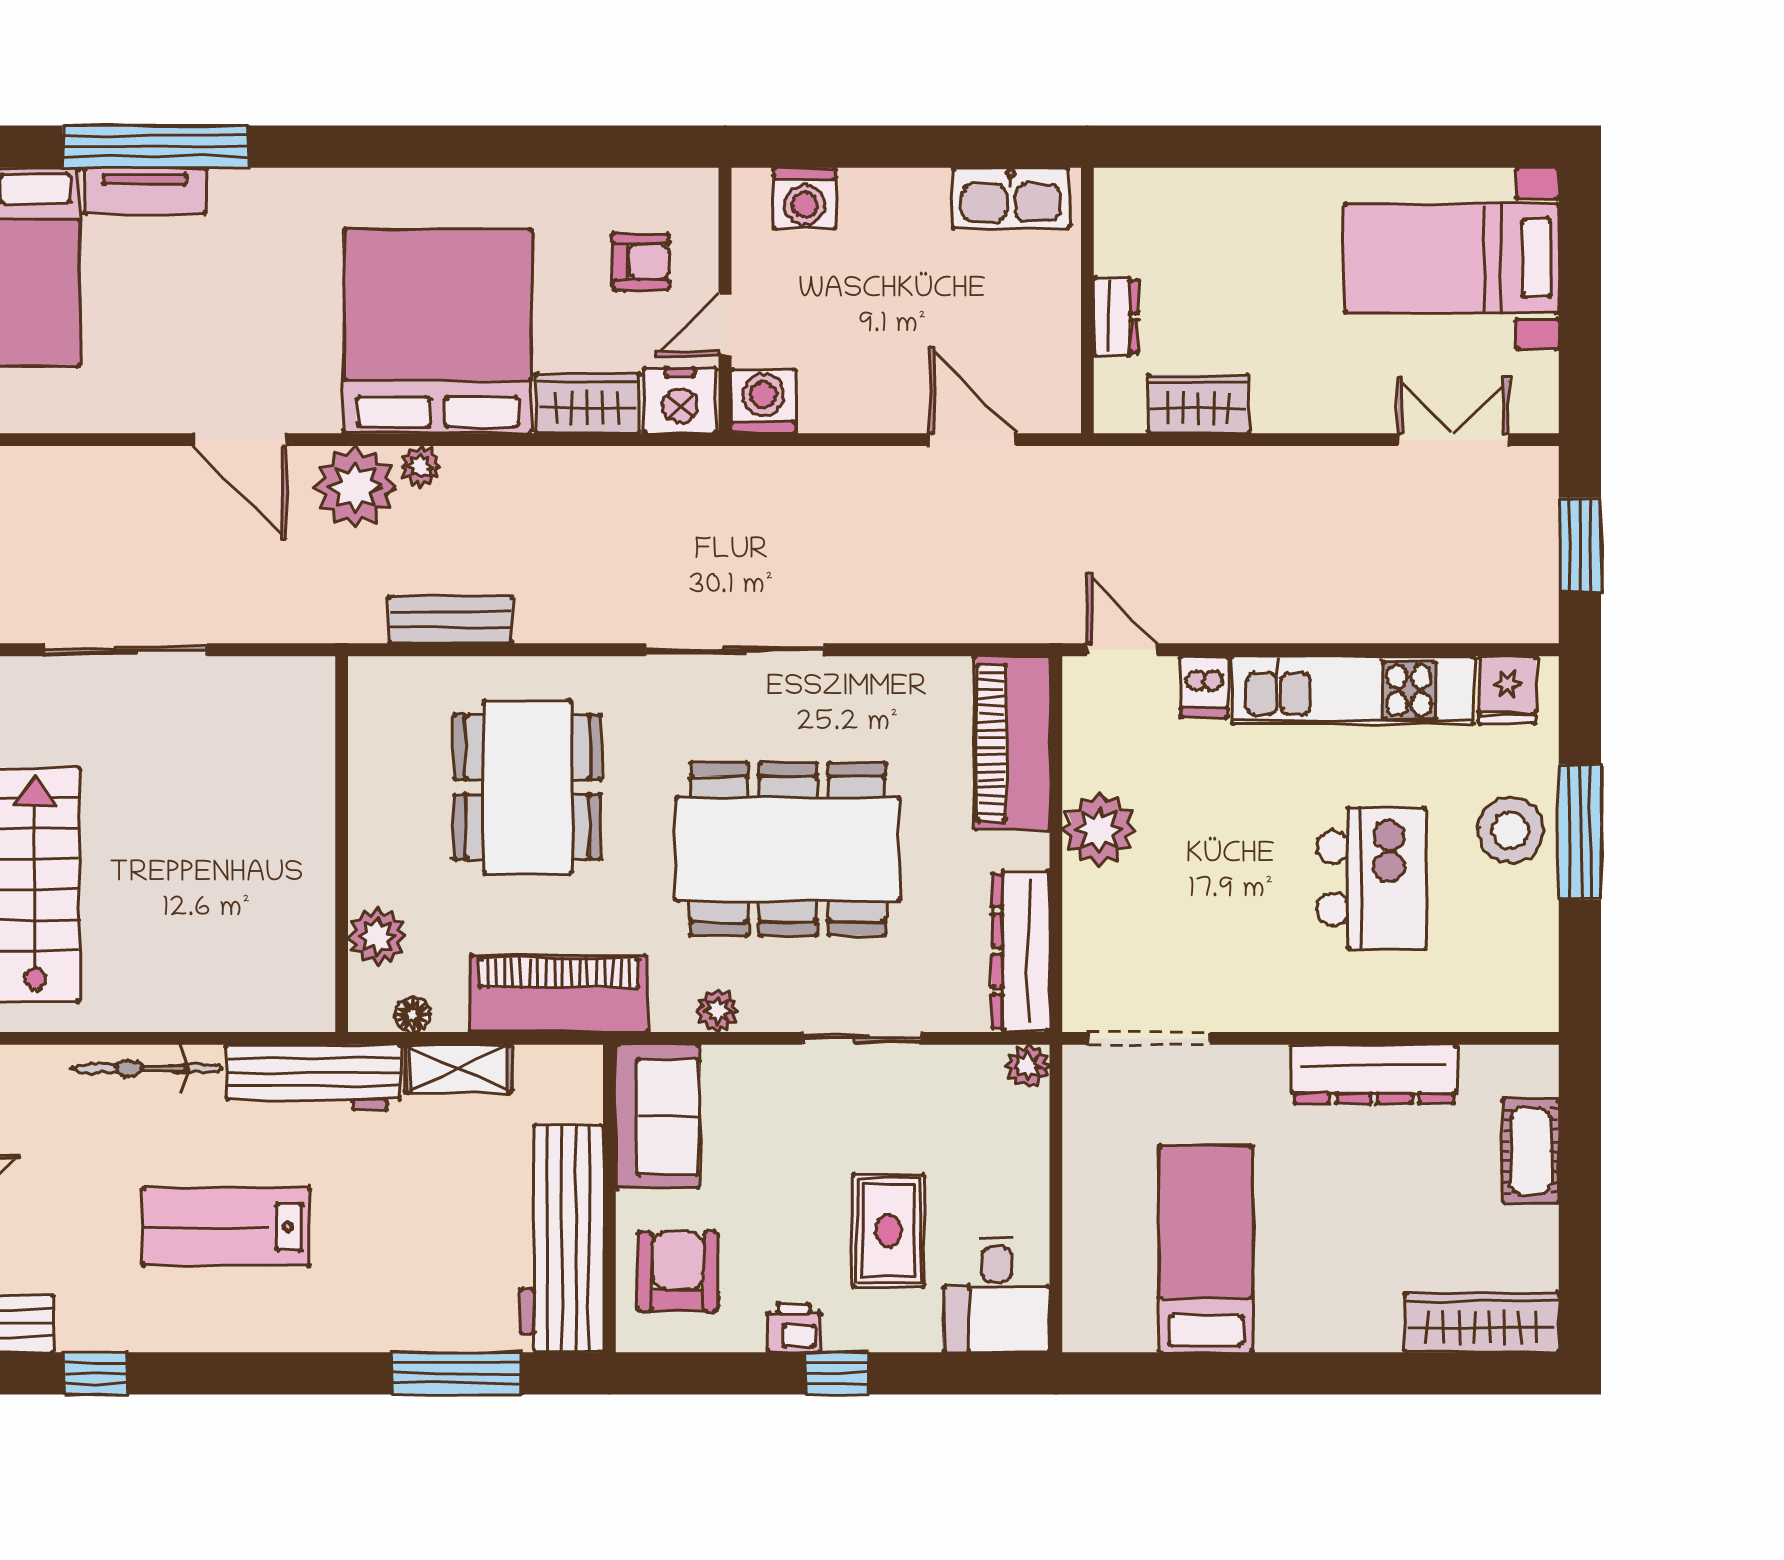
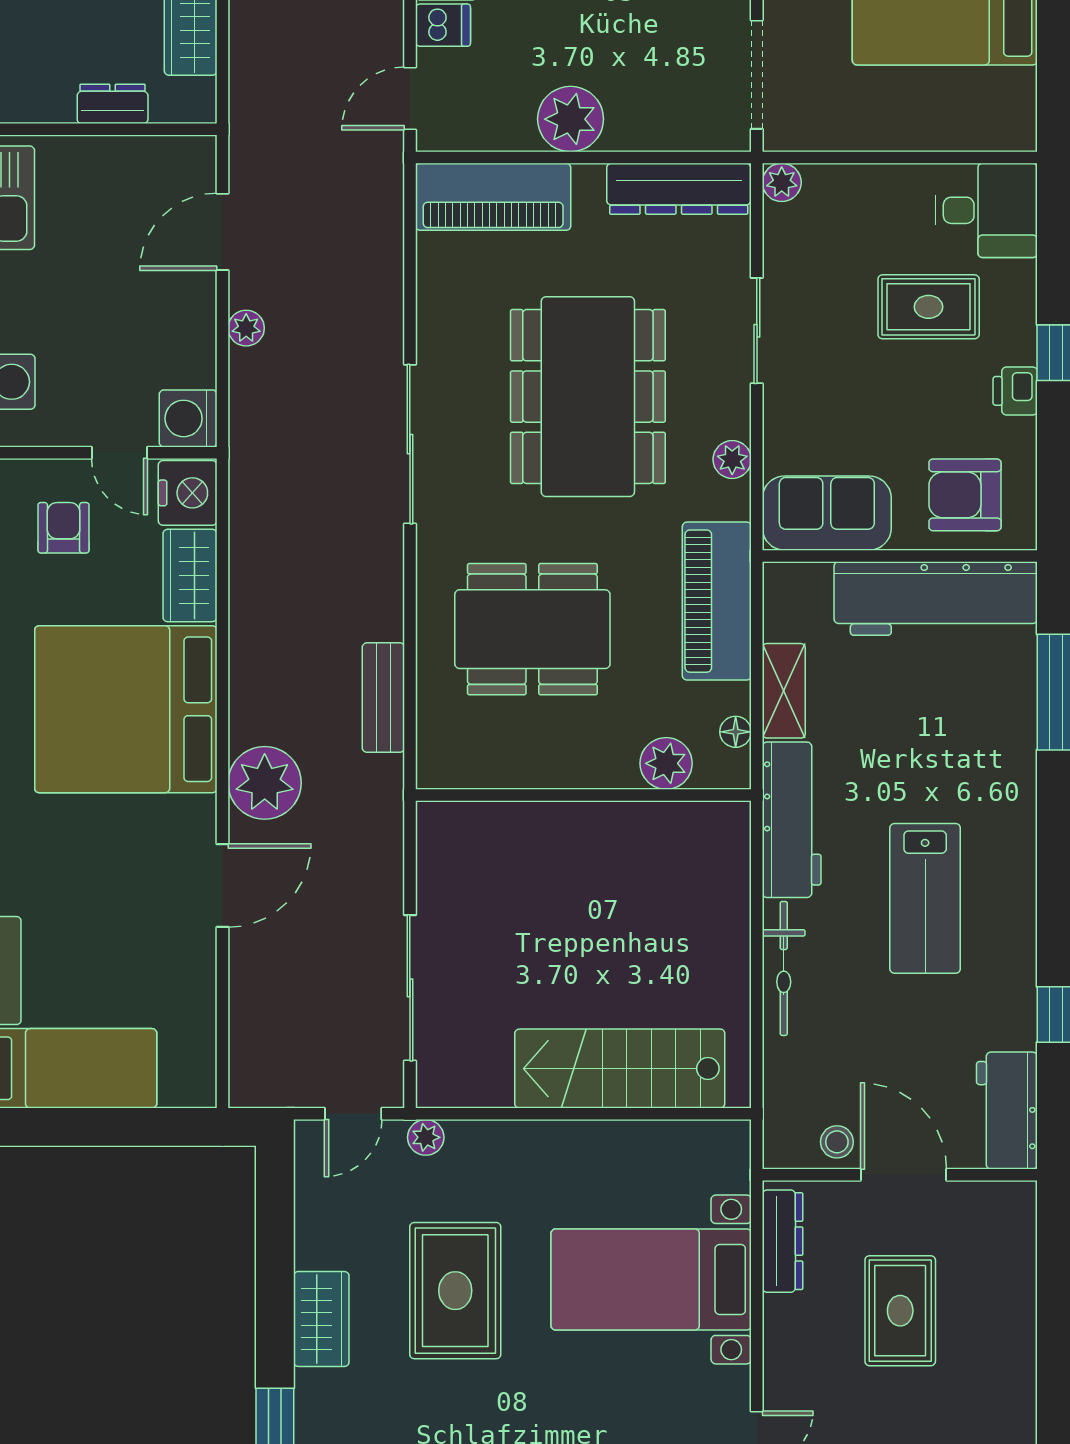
plant: (420, 466) -> (246, 328), moved

